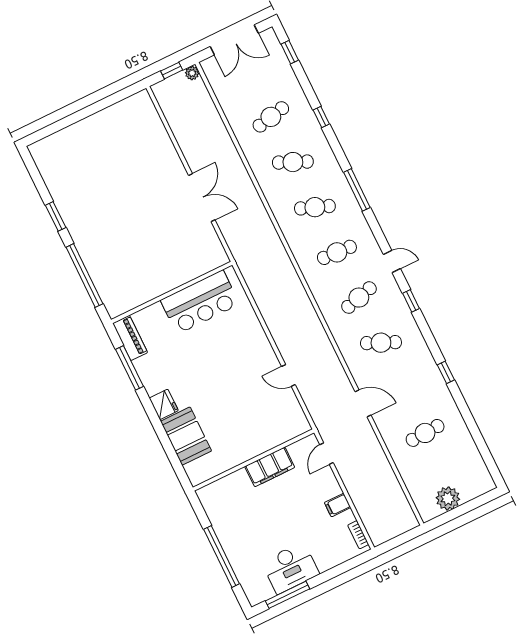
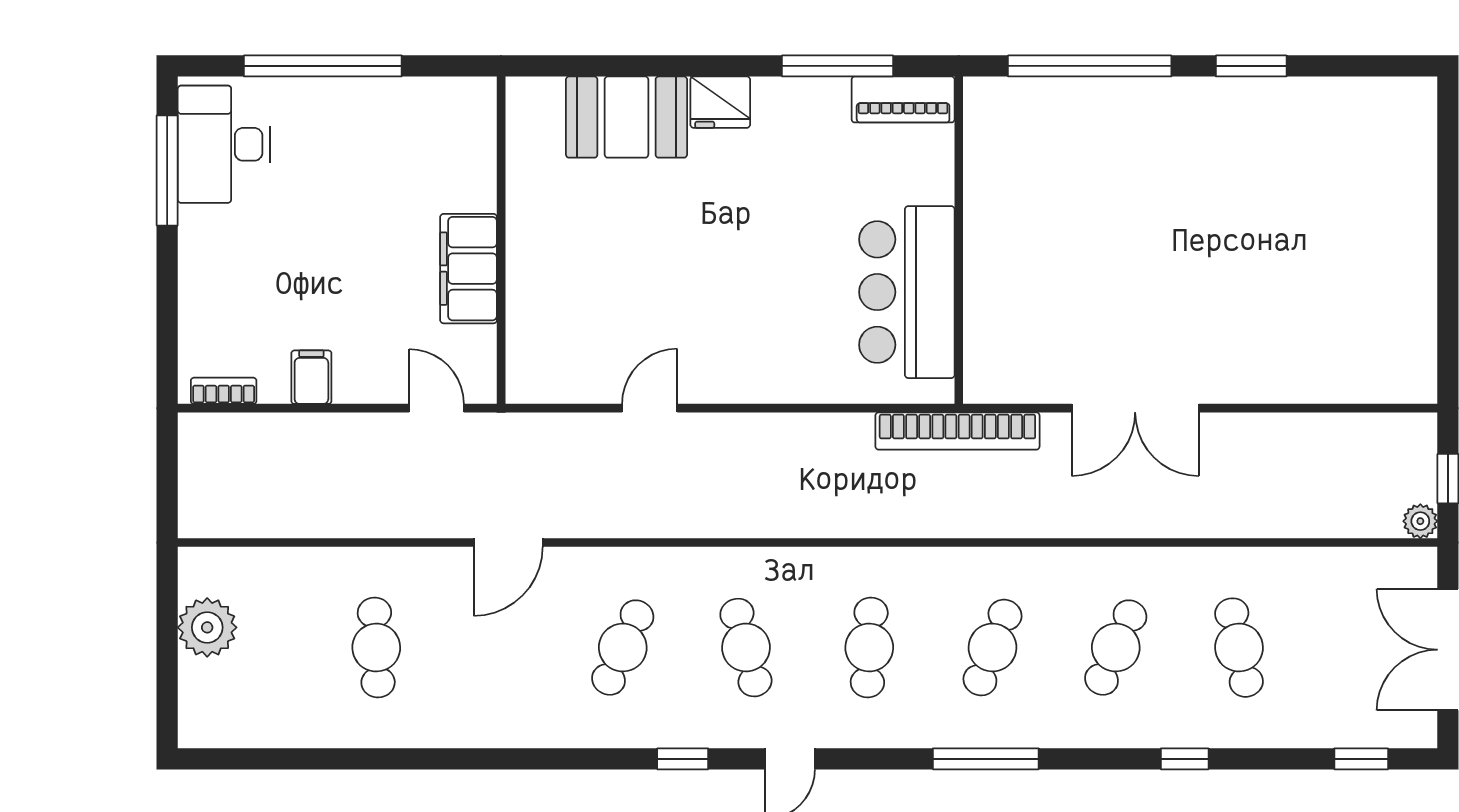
bookcase: (242, 259) -> (957, 431), added
window: (446, 372) -> (487, 759), removed
desk: (290, 568) -> (224, 144), moved

